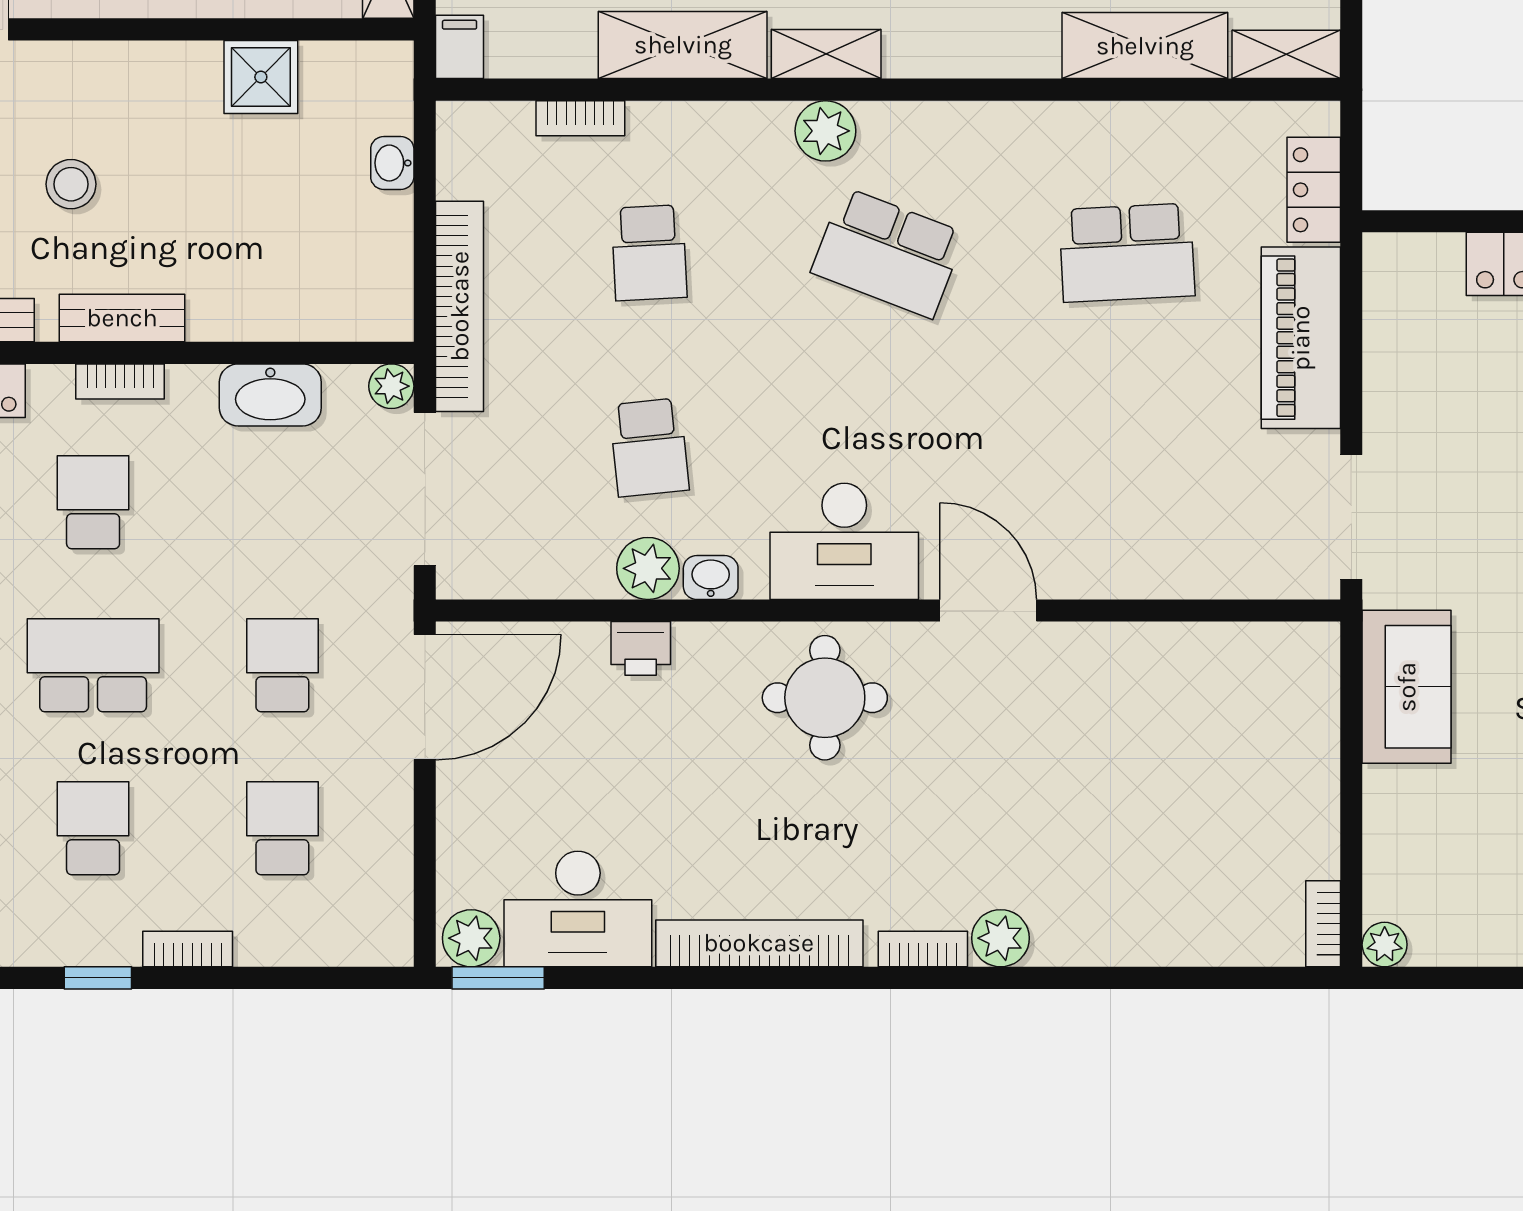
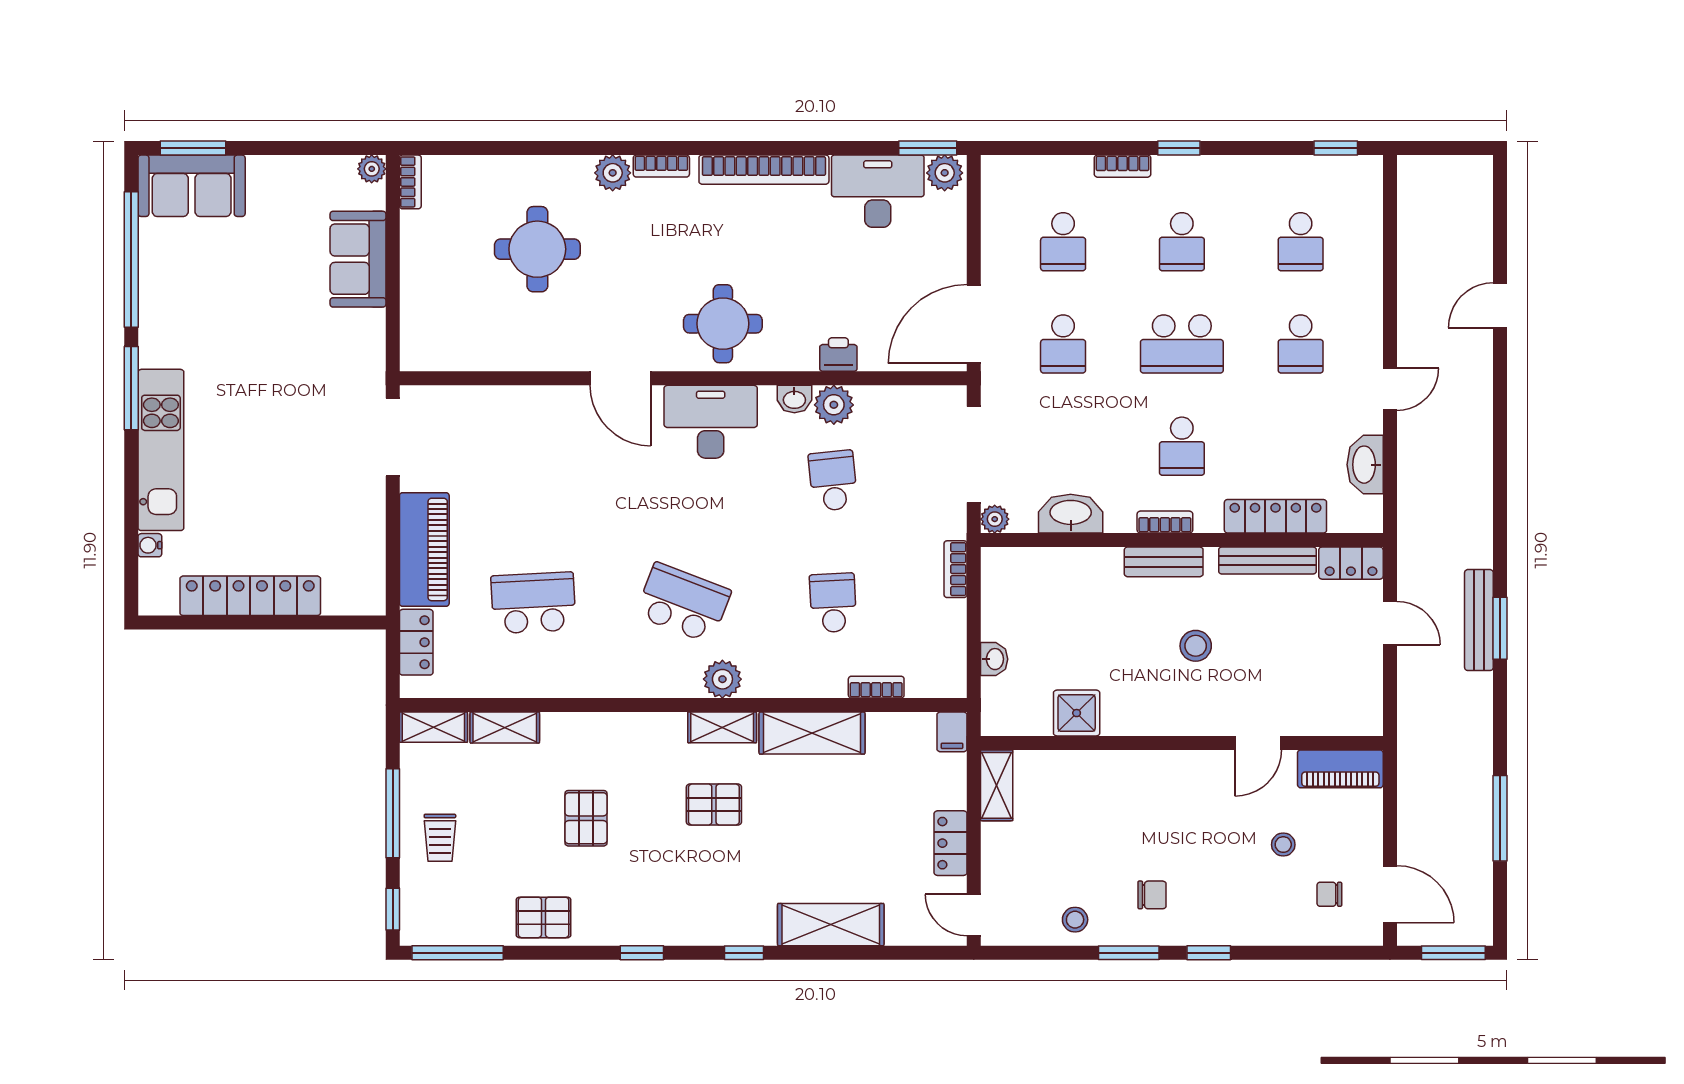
shelving: (1145, 46) -> (505, 728), width x0.67, depth x0.75
bookcase: (460, 306) -> (956, 569), width x0.43, depth x0.76
sofa: (1407, 687) -> (358, 259), moved
round table: (1121, 817) -> (537, 249), added

